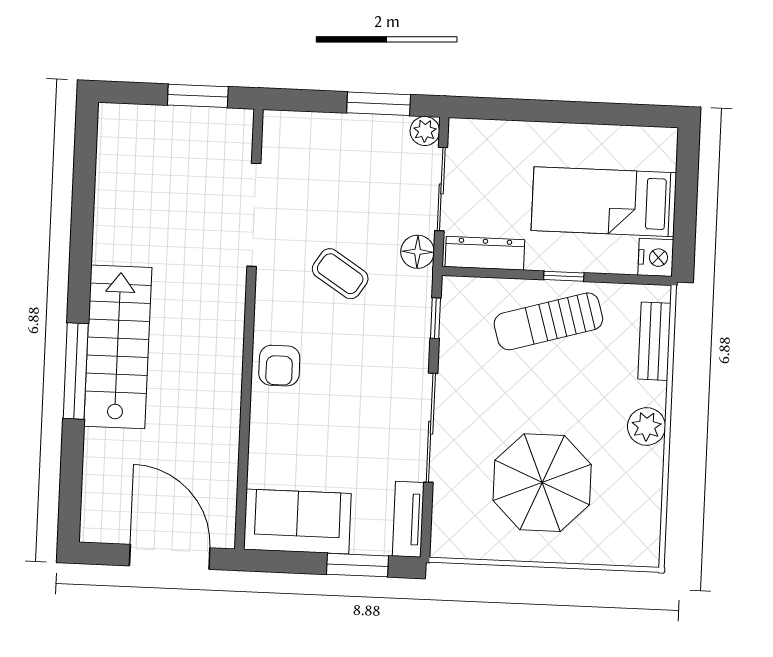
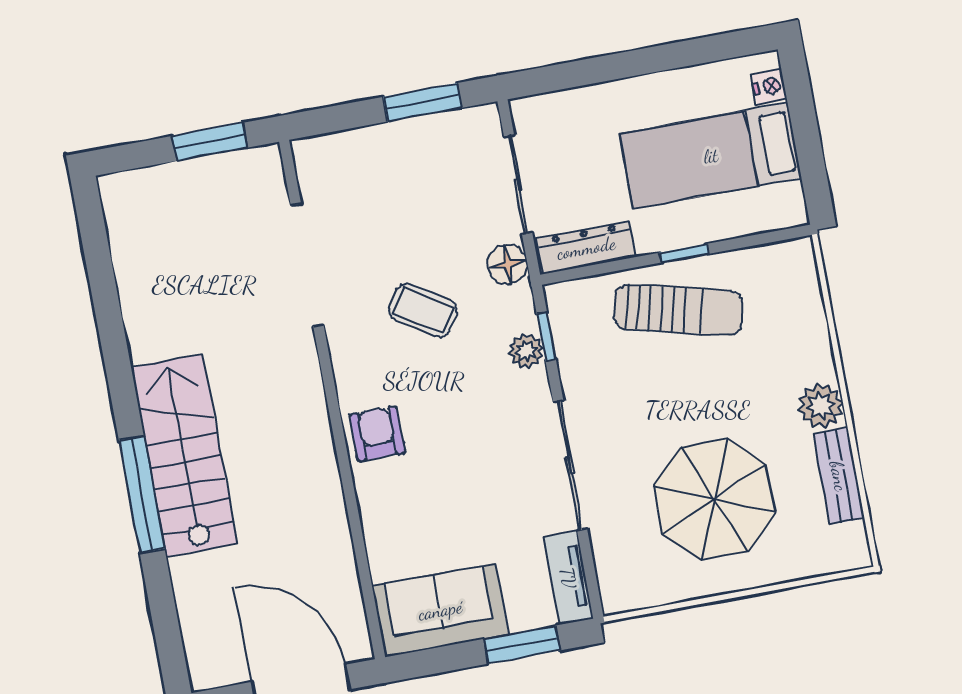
plant: (425, 131) -> (526, 351), moved
nightstand: (656, 257) -> (769, 86), moved, width x0.72, depth x0.74
sun lounger: (548, 321) -> (678, 310), turned -150
bench: (654, 341) -> (839, 476), moved
armchair: (279, 366) -> (377, 434), turned 180

